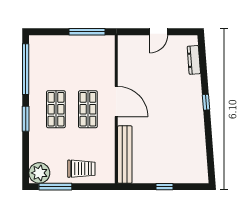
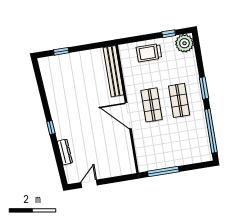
door: (159, 32) -> (89, 184), moved
dresser: (194, 60) -> (65, 152), moved
window: (55, 187) -> (169, 34), width x0.46
window: (164, 187) -> (61, 51), moved

